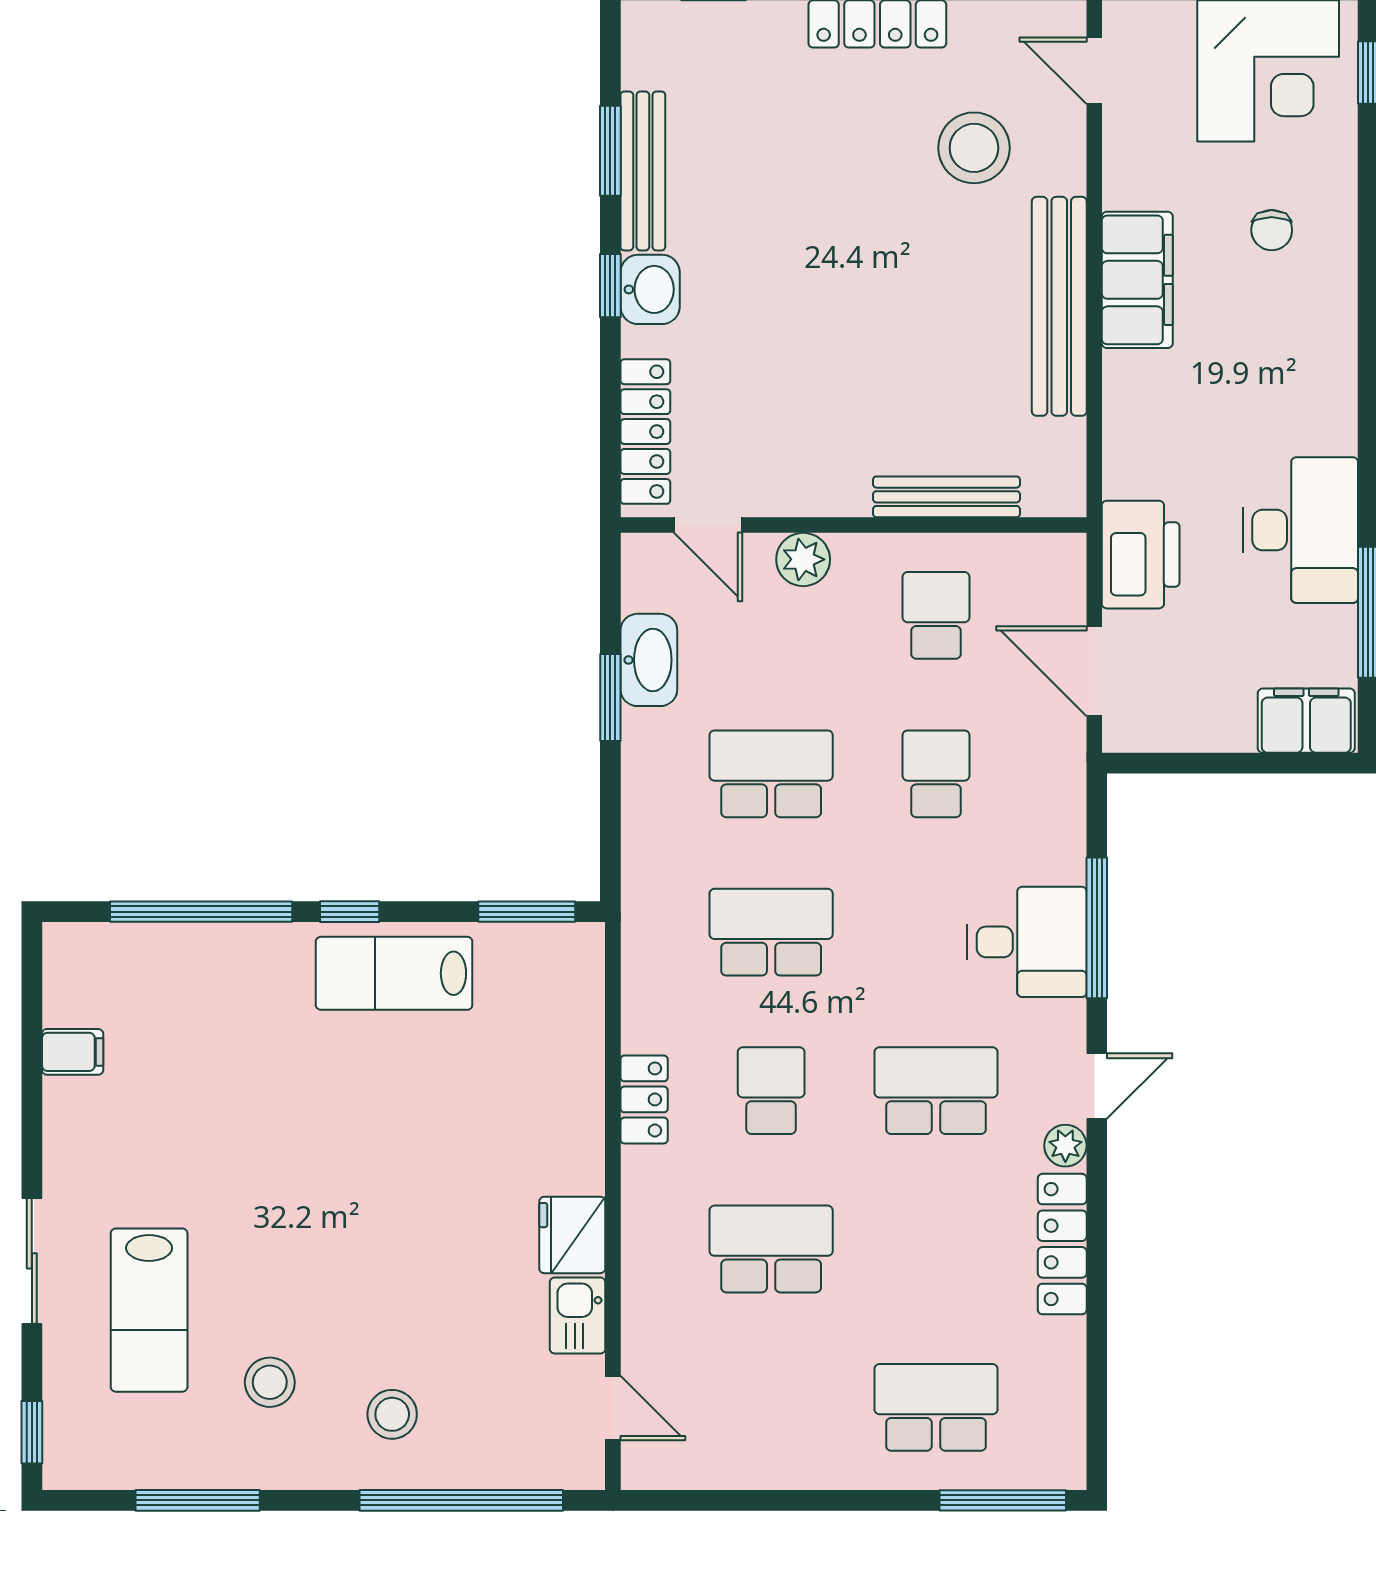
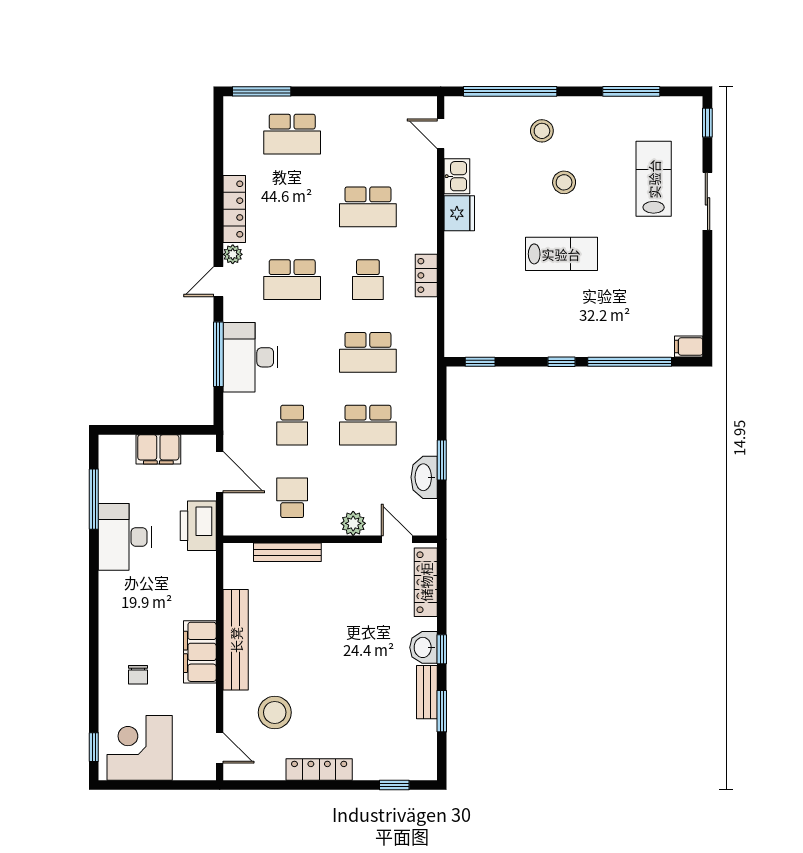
bench: (643, 171) -> (427, 692), width x0.73
chair: (1272, 230) -> (138, 675), turned 180
school desk: (936, 615) -> (292, 498), turned 180
filing cabinet: (1306, 721) -> (158, 449), moved
window: (527, 912) -> (480, 362), width x0.67
desk: (1027, 942) -> (250, 357), width x1.37
lab bench: (394, 973) -> (561, 254), moved
filing cabinet: (73, 1052) -> (689, 347), moved
stool: (270, 1382) -> (564, 182), moved

